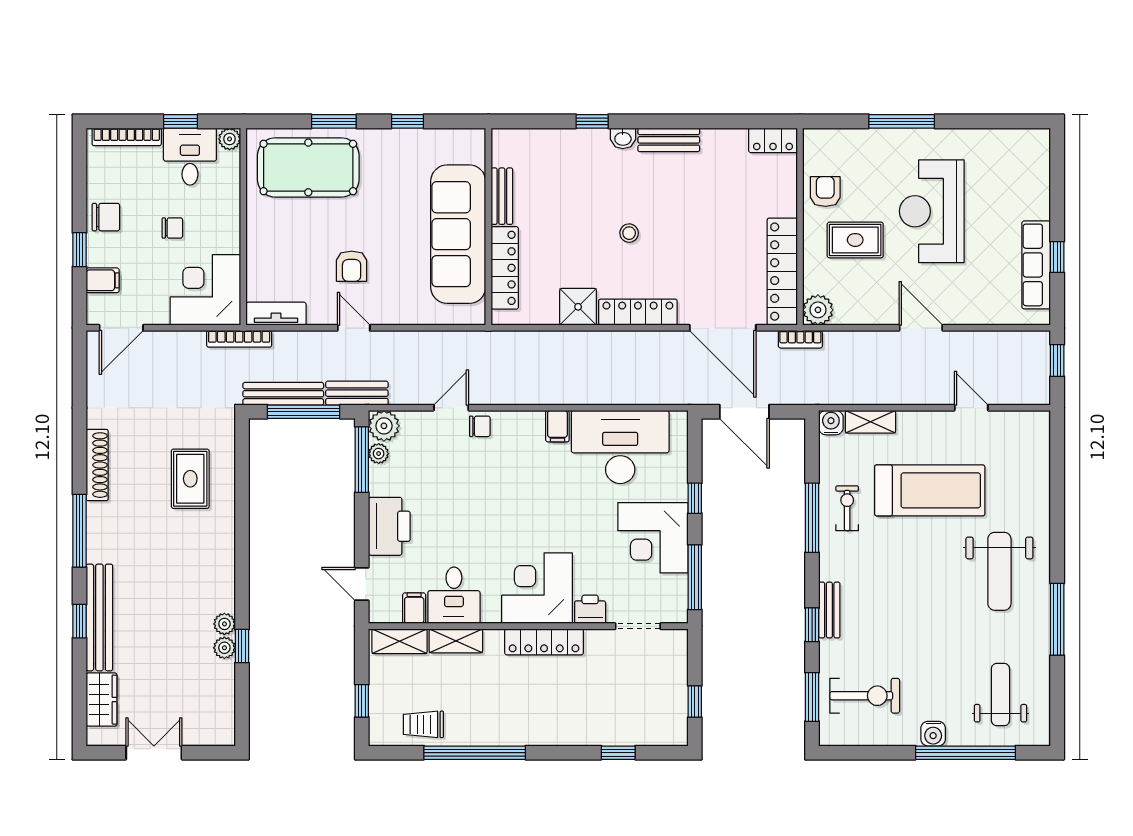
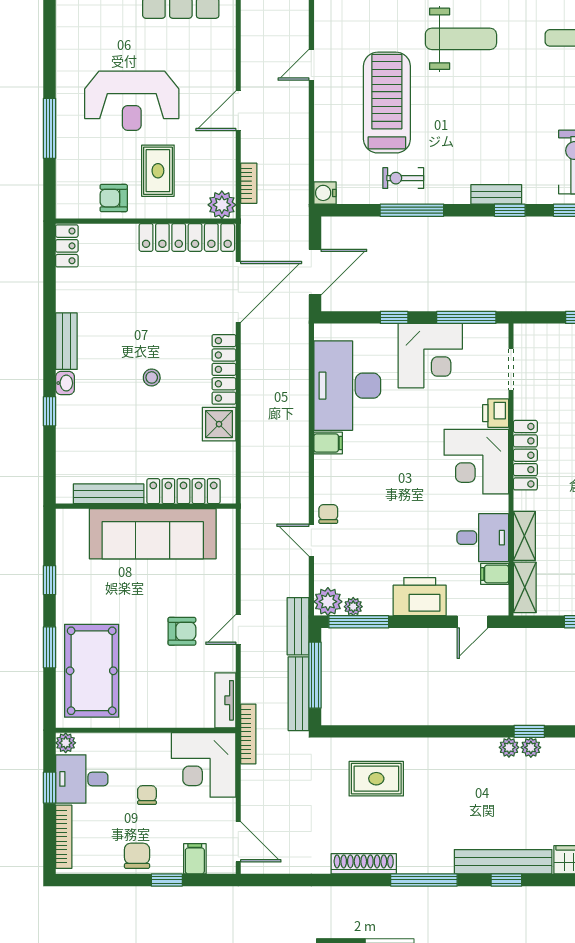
bench: (502, 196) -> (109, 494), width x1.36
bookcase: (800, 339) -> (249, 183), moved
shelving: (870, 422) -> (324, 157), removed

